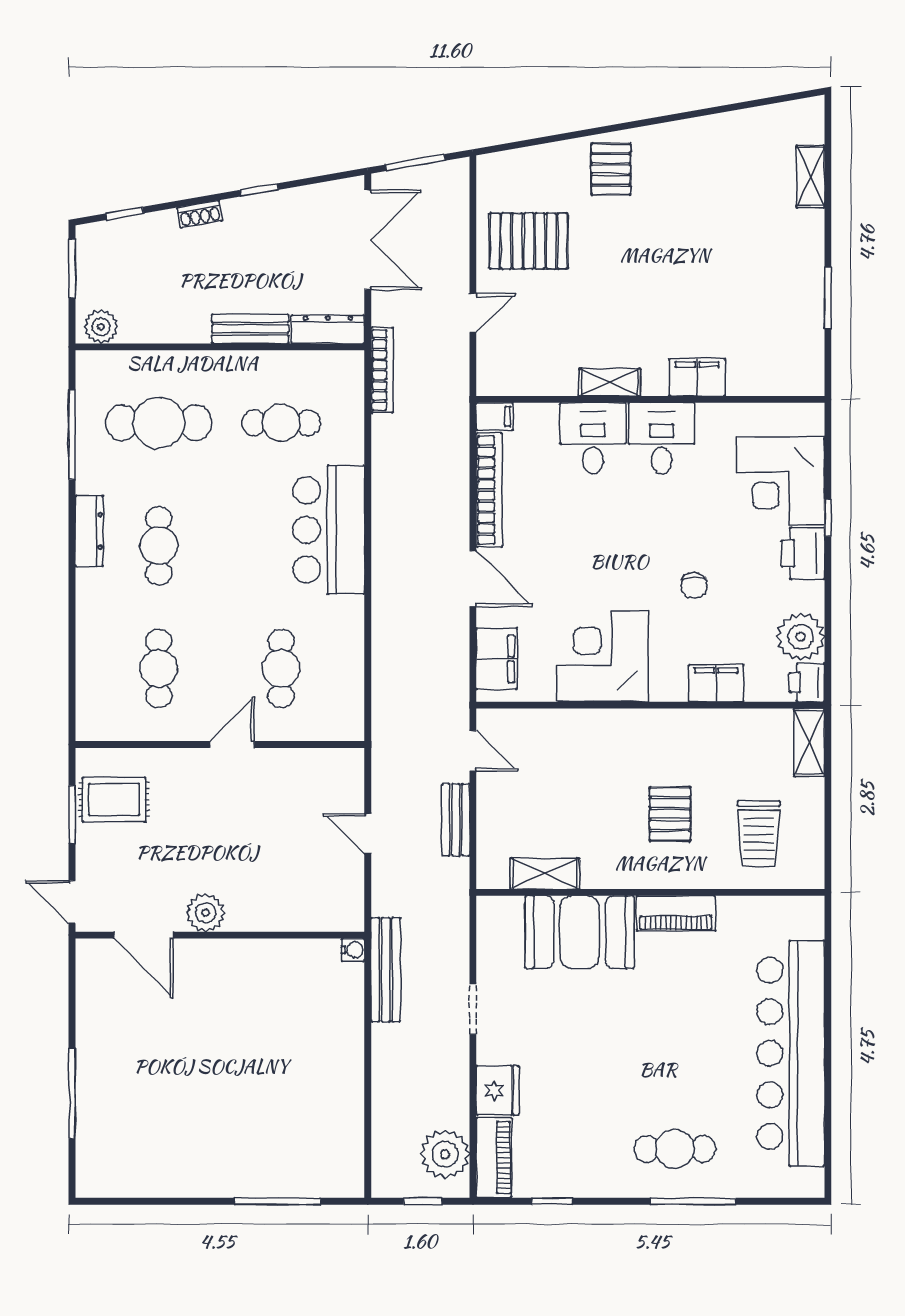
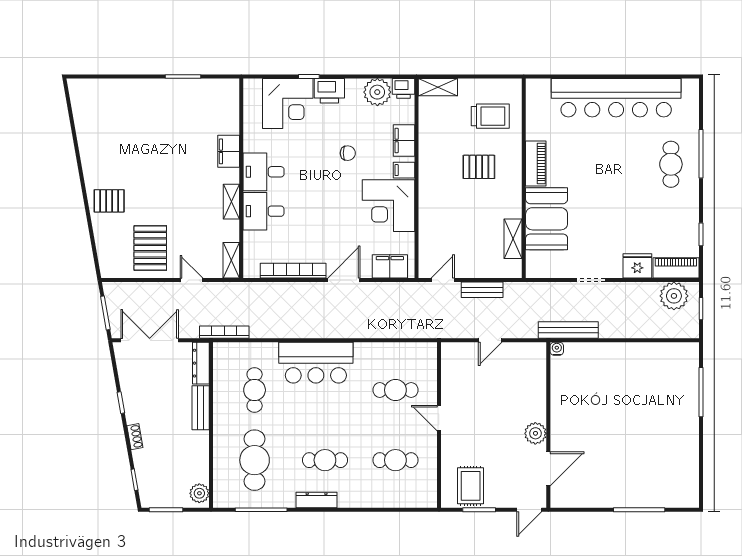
shelving: (811, 176) -> (231, 260), moved, turned 90
filing cabinet: (495, 417) -> (404, 170), moved, turned -90

